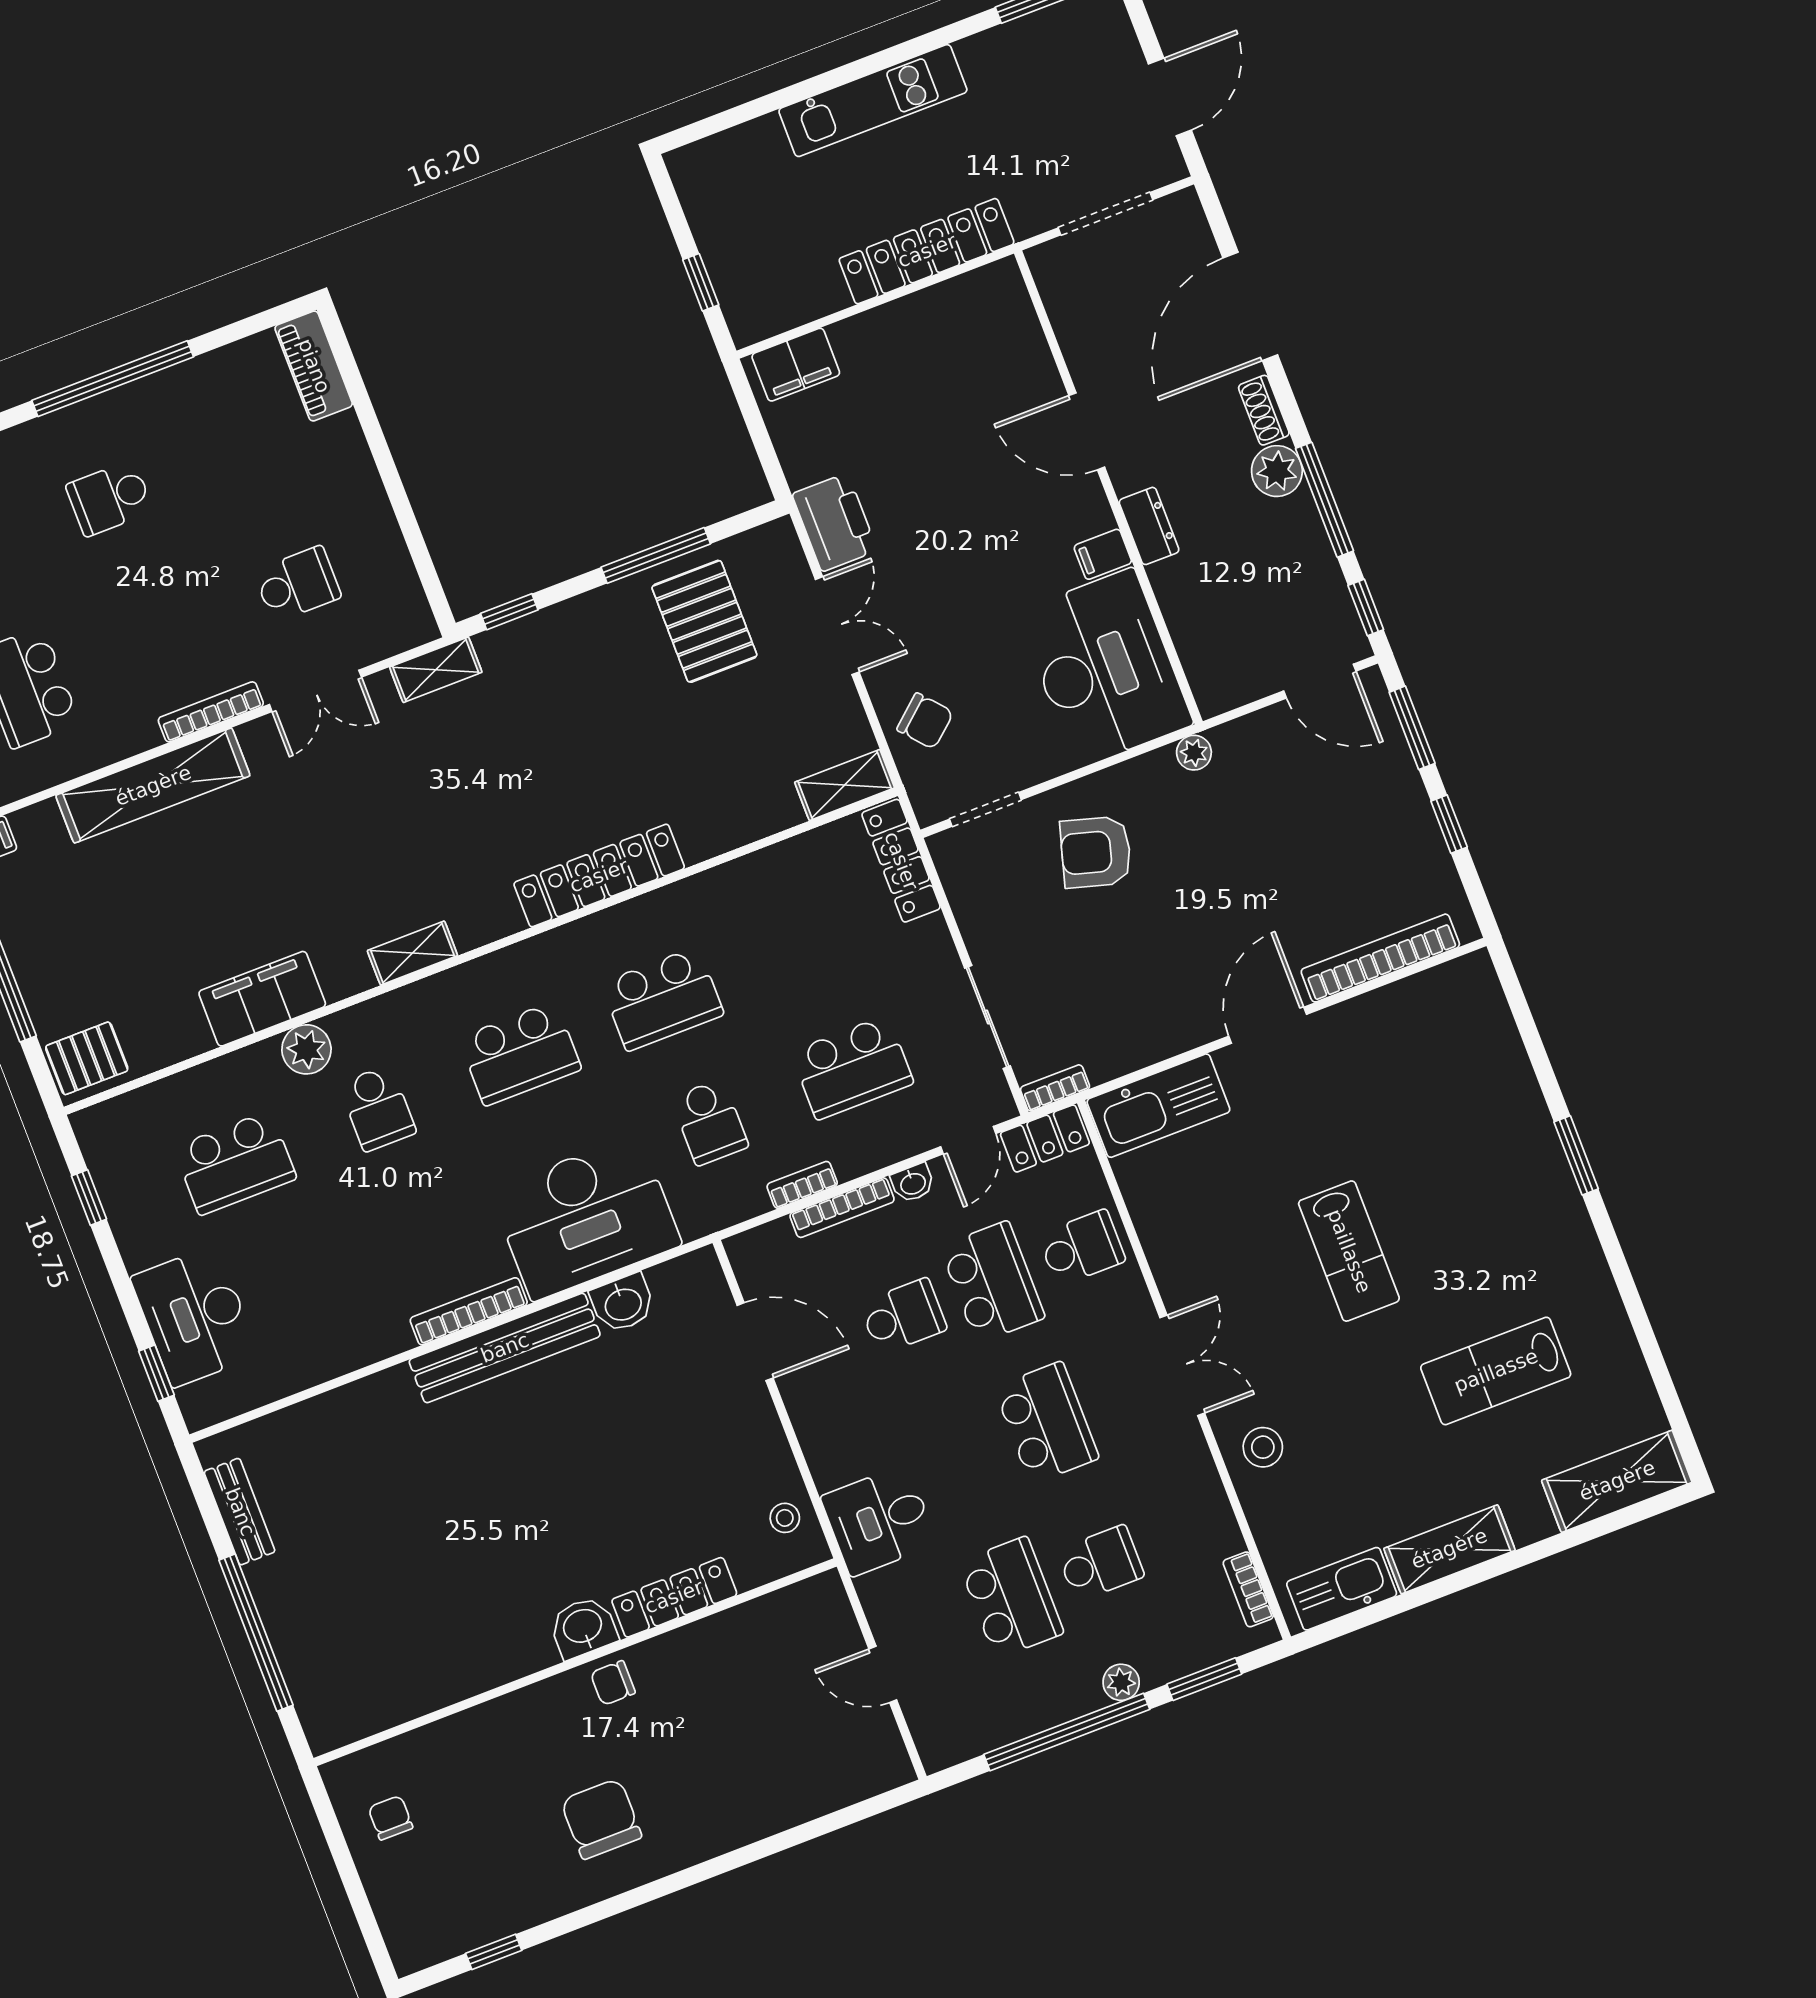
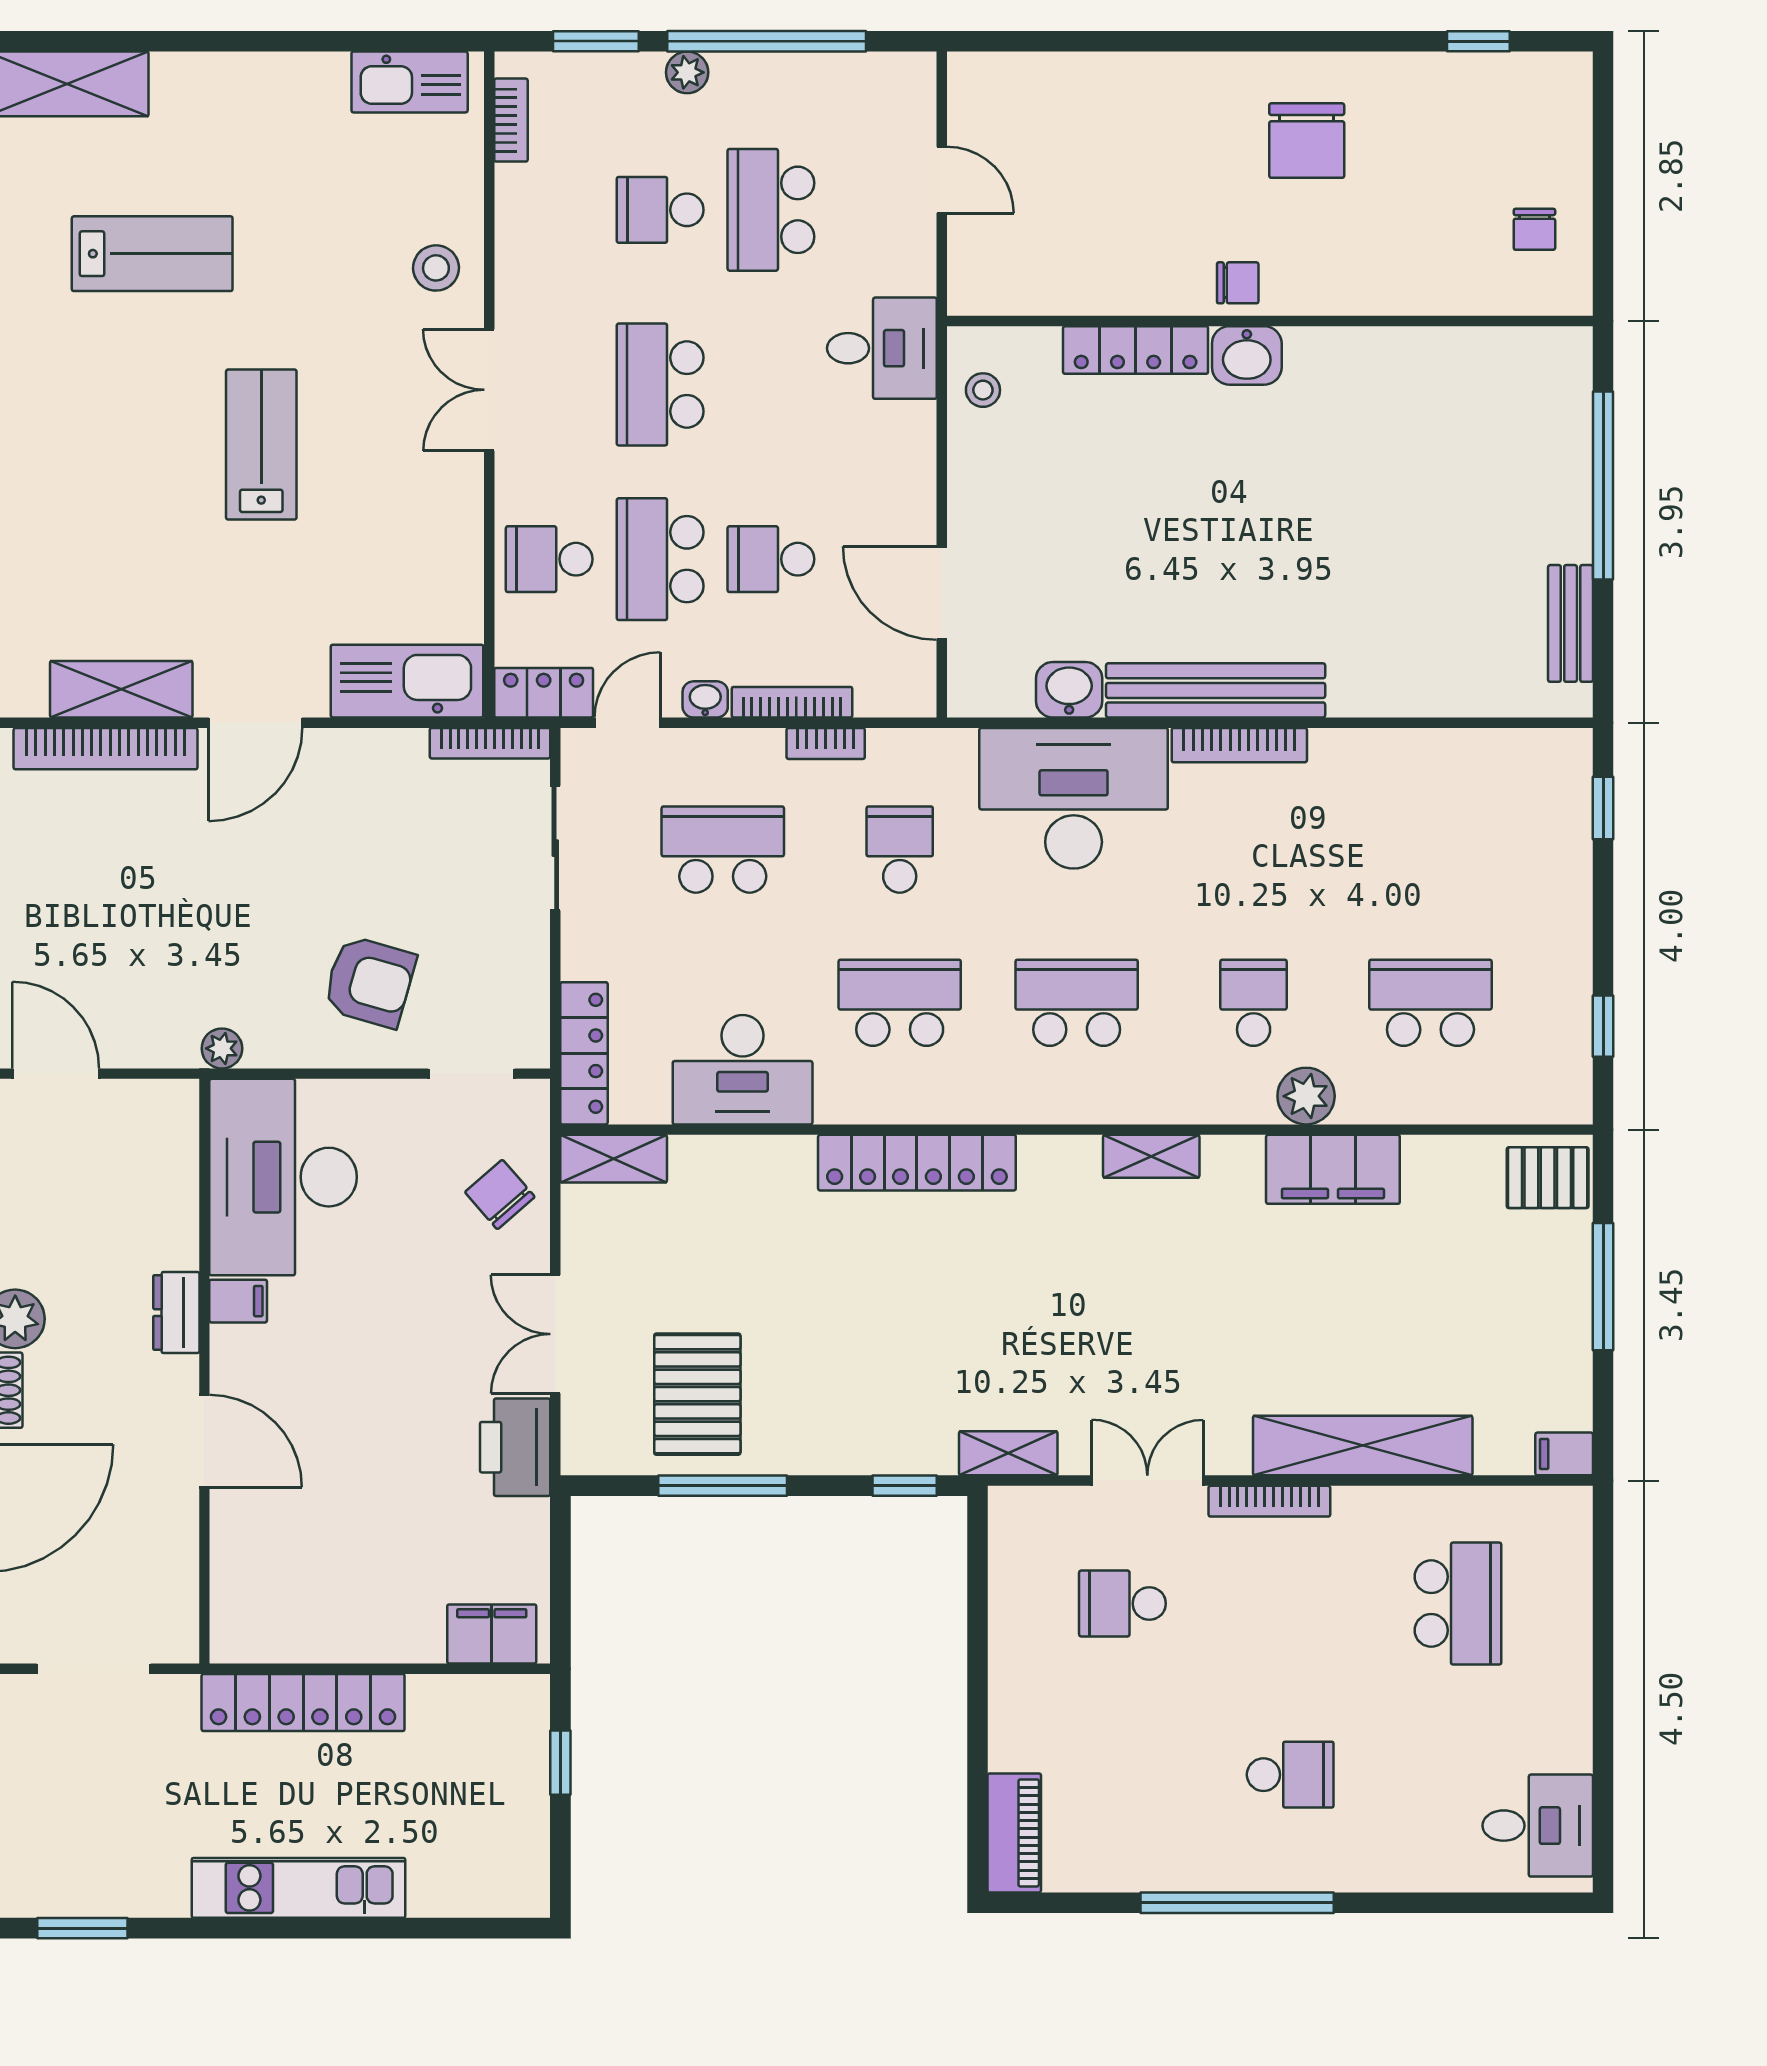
bookcase: (1055, 1088) -> (490, 743), width x1.56
desk: (195, 1316) -> (743, 1070), moved, turned 90
shelving: (1449, 1549) -> (121, 689), moved

